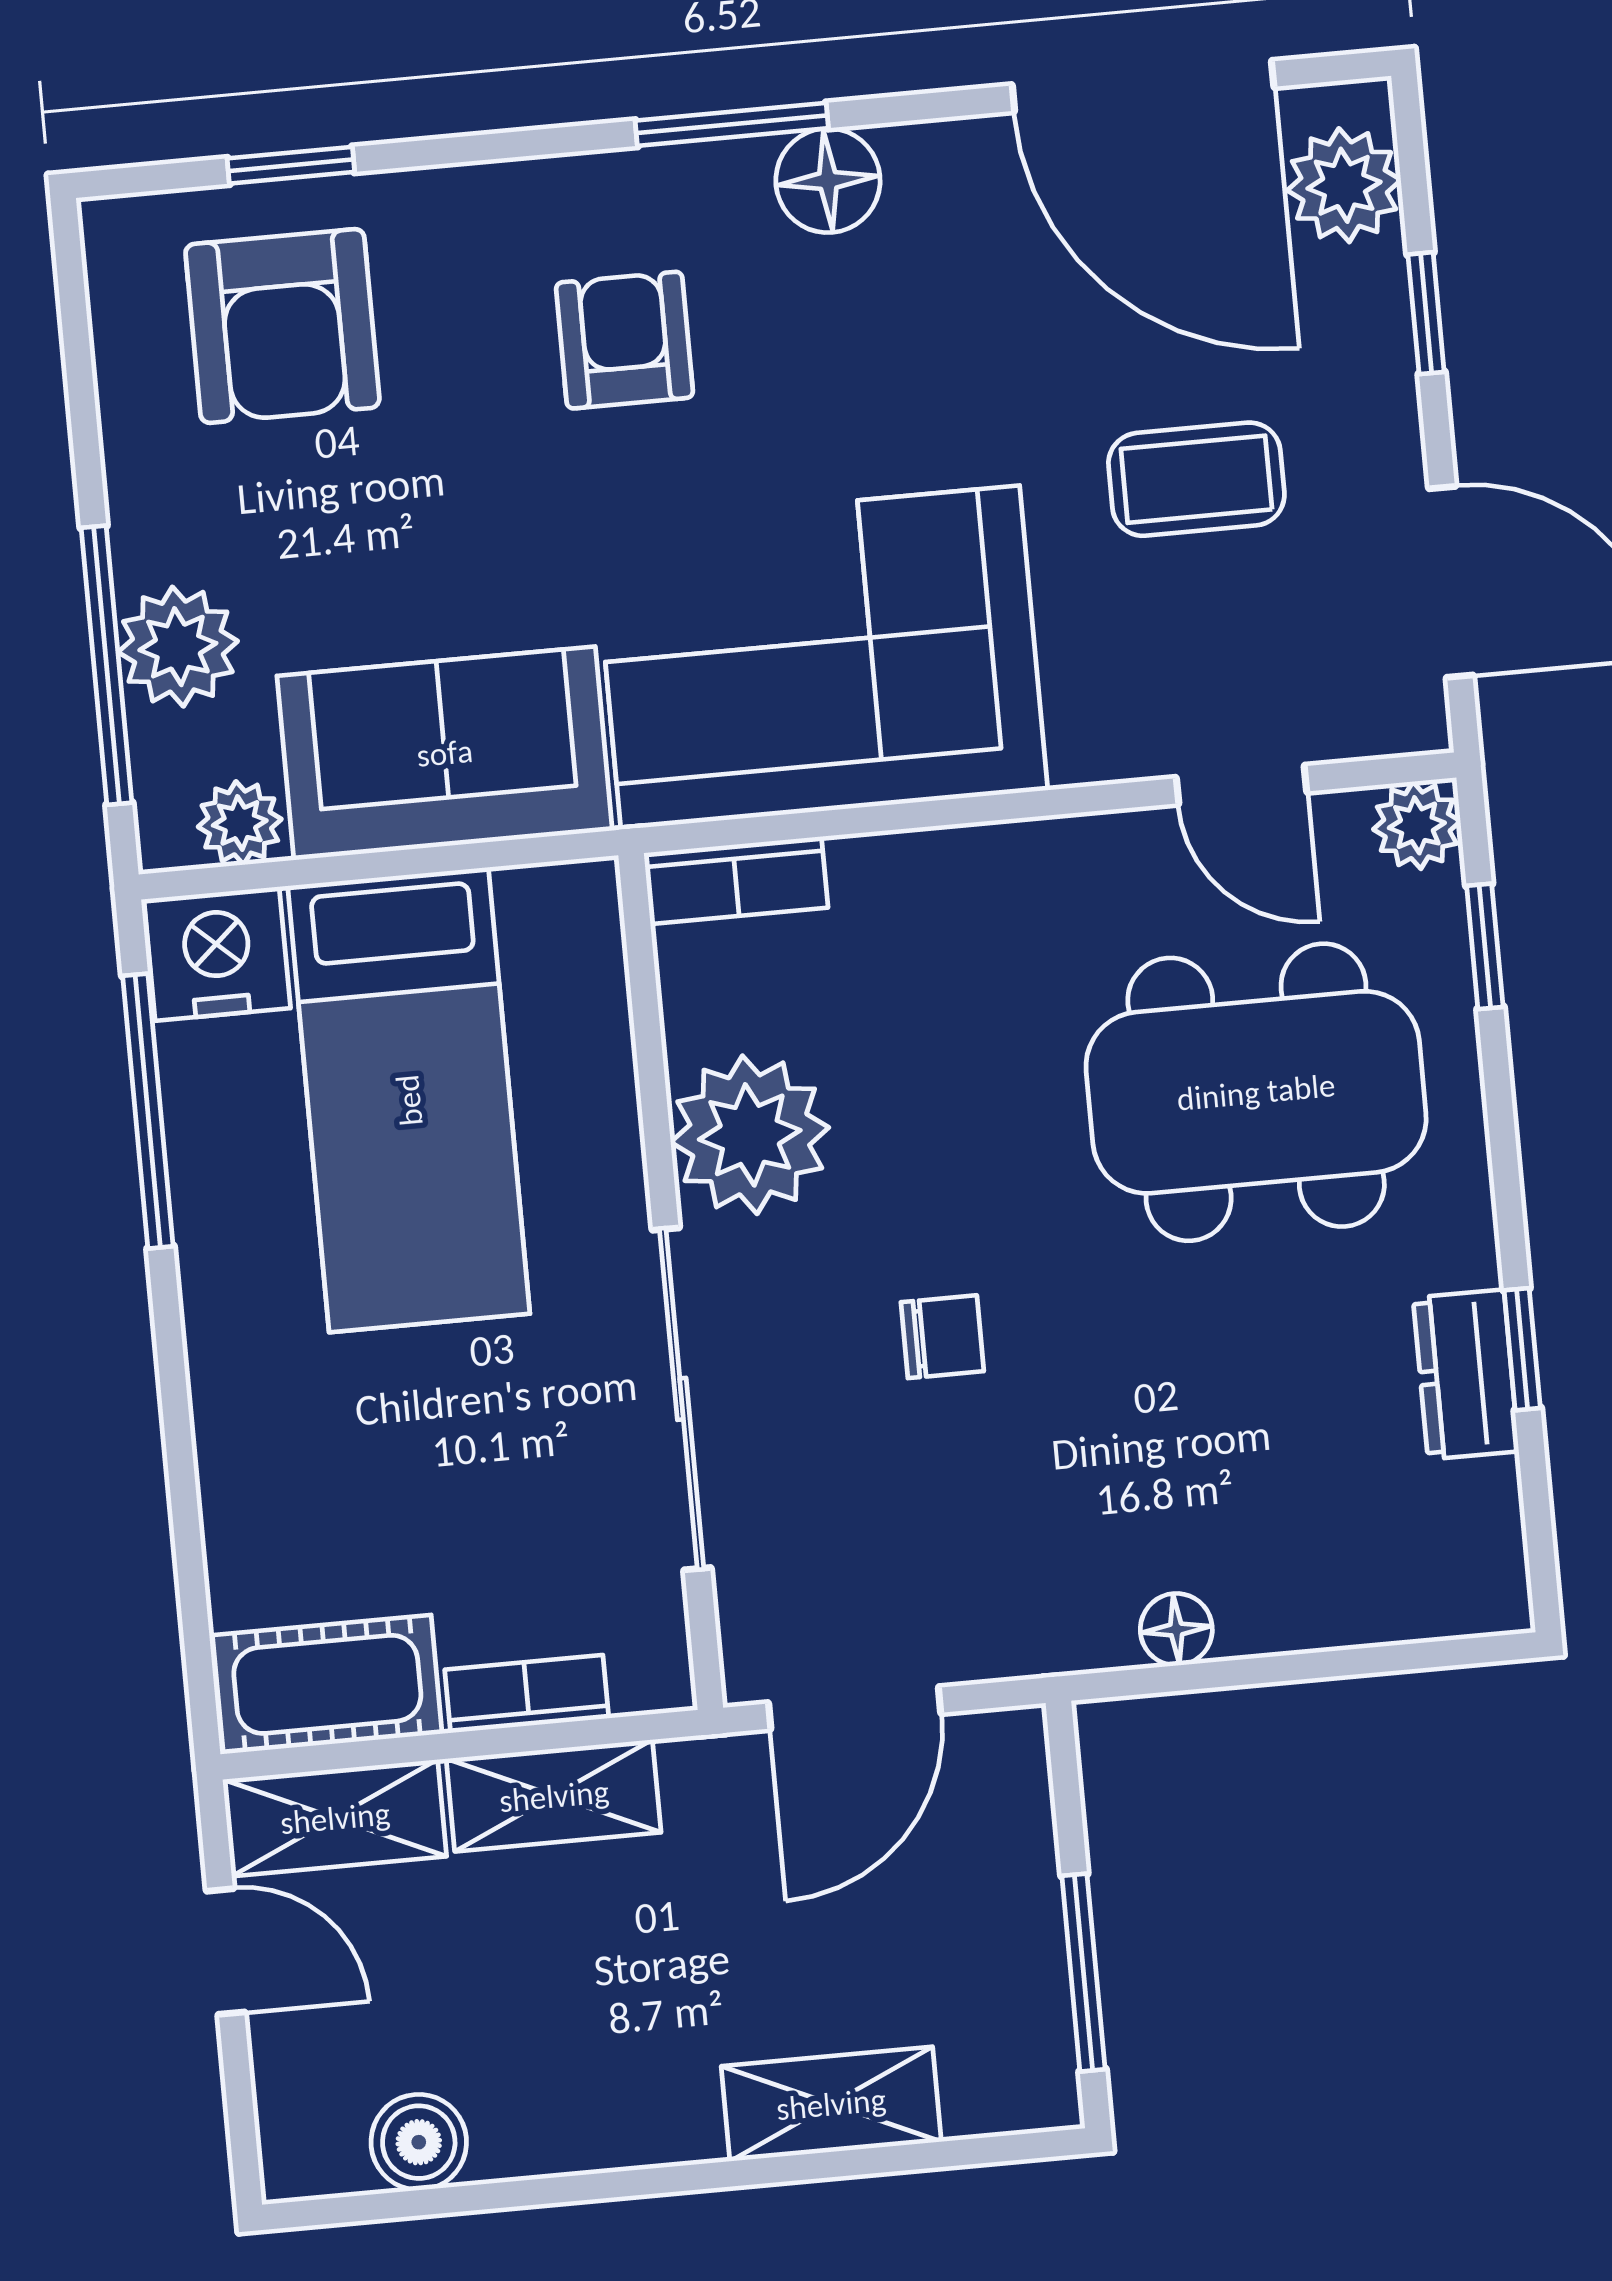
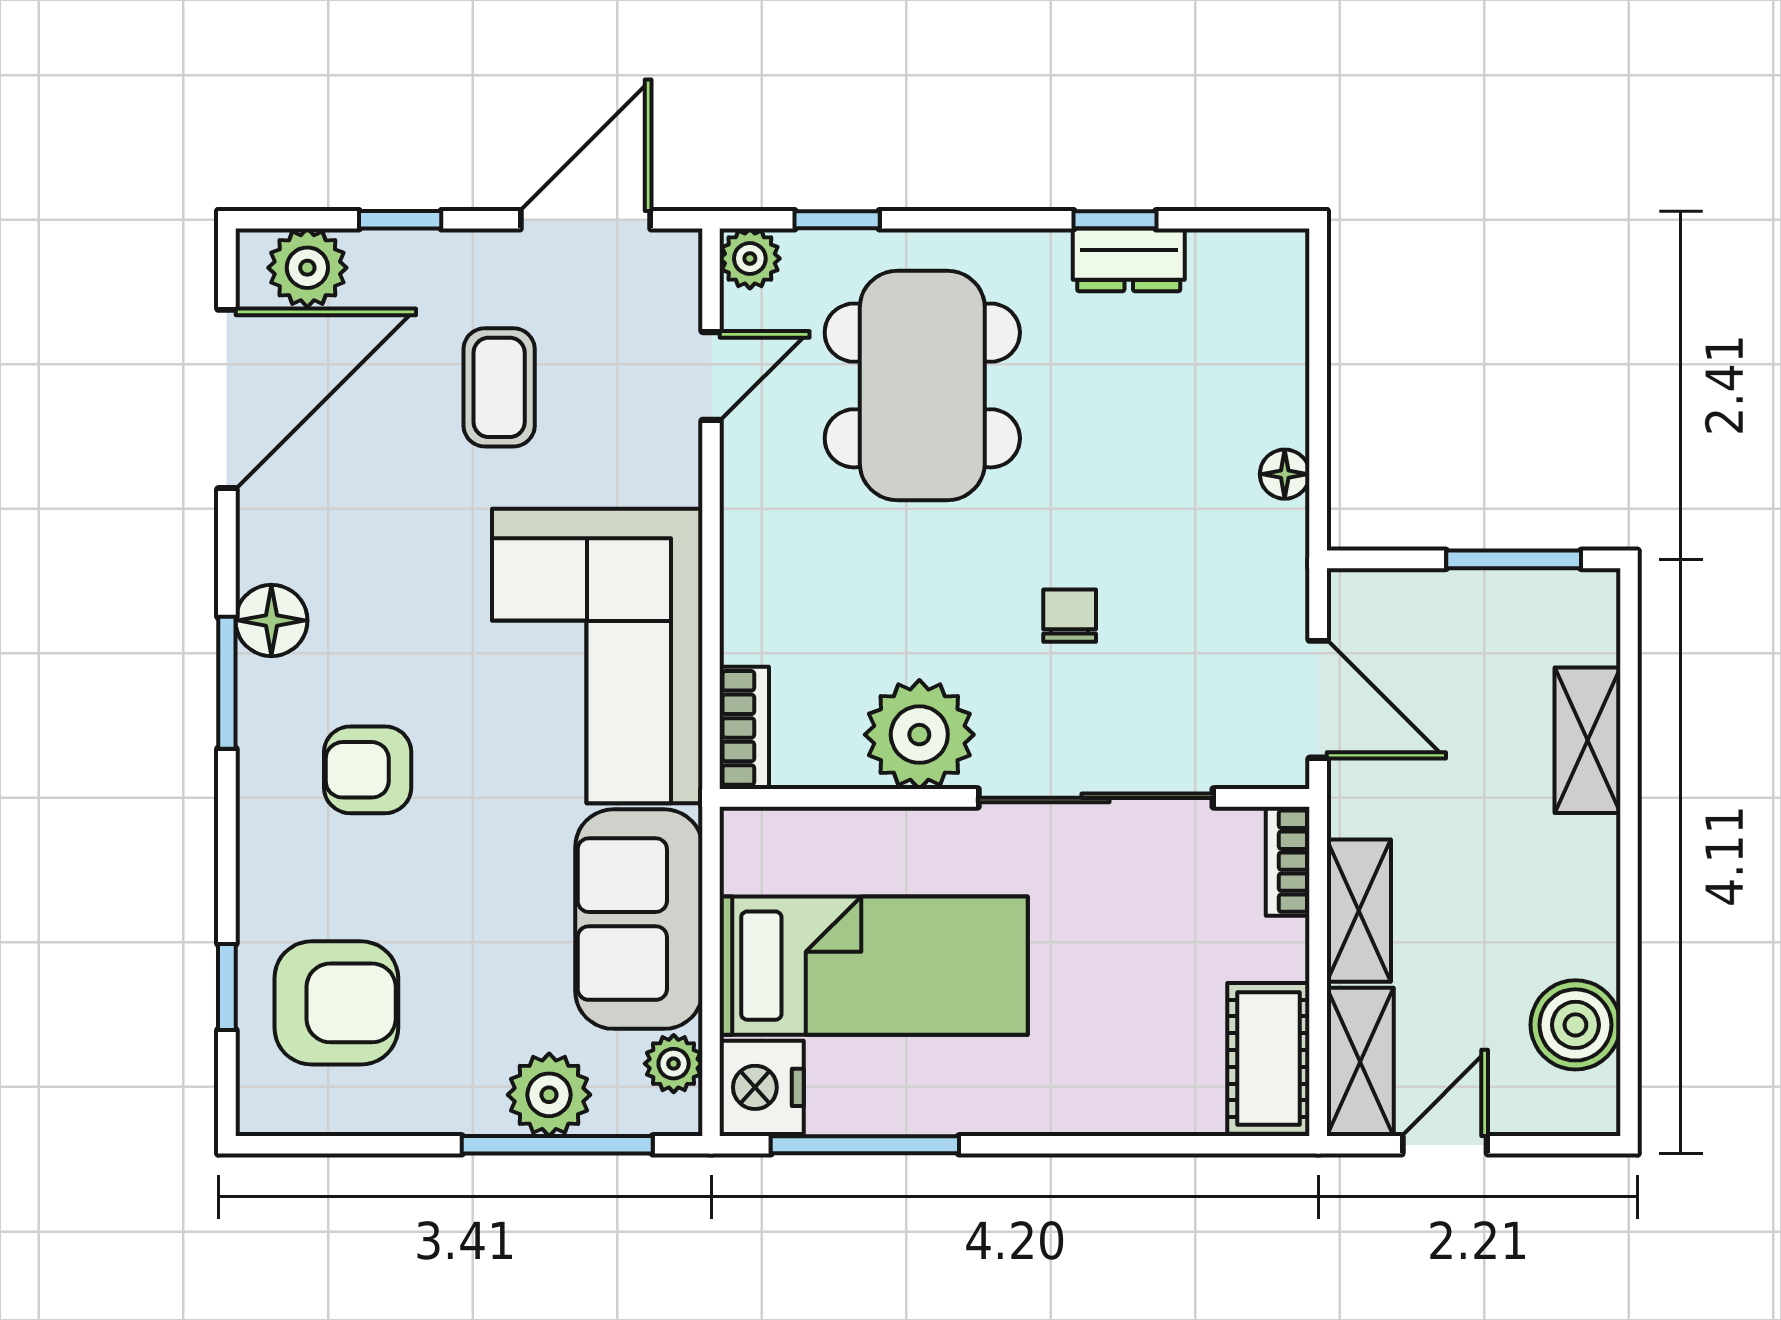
bookcase: (527, 1694) -> (1288, 861), moved
boiler: (419, 2142) -> (1575, 1025), width x1.36, depth x1.36

